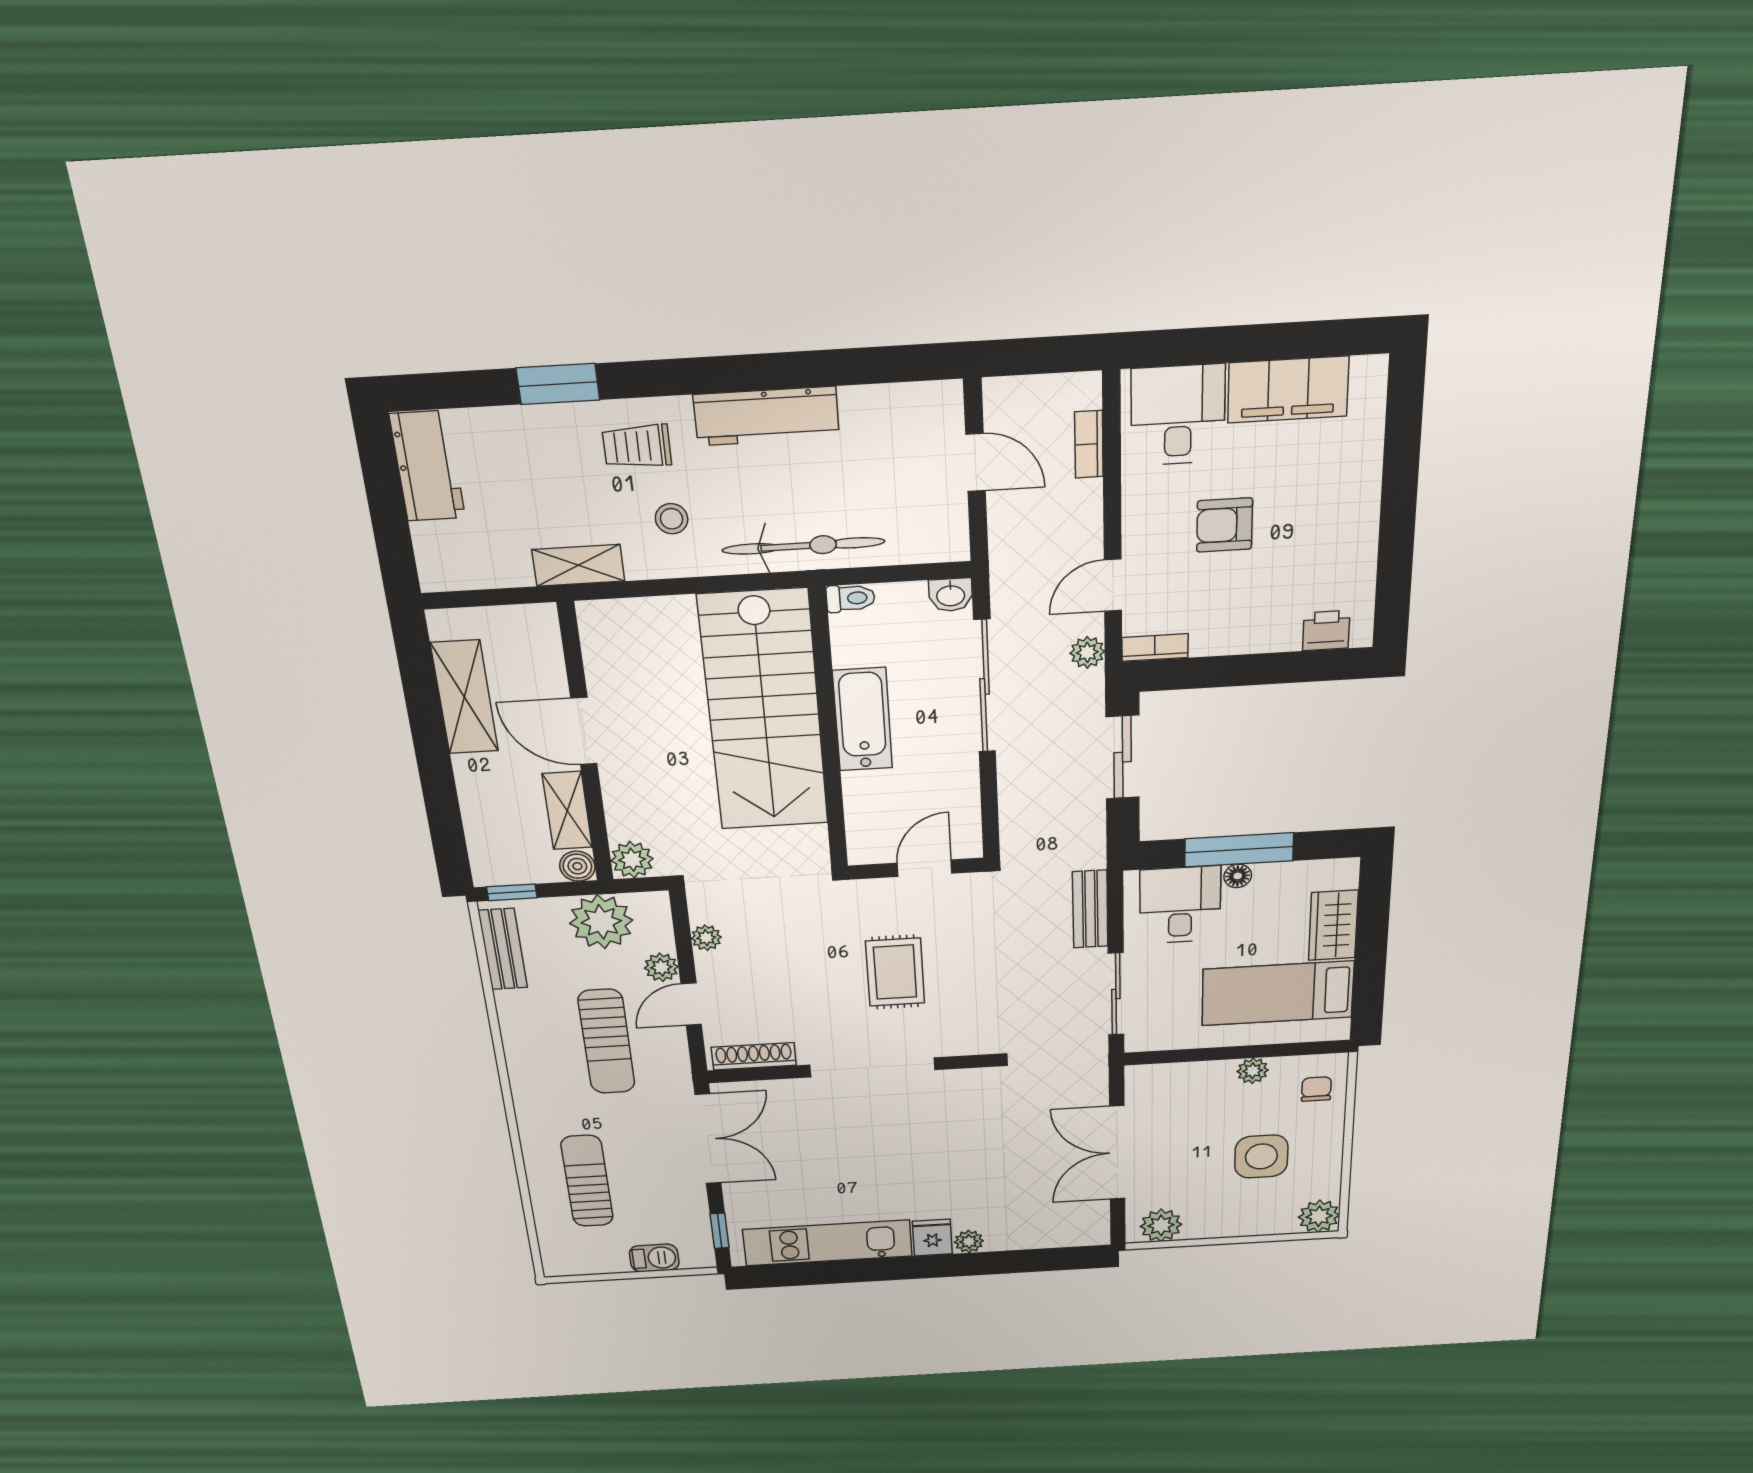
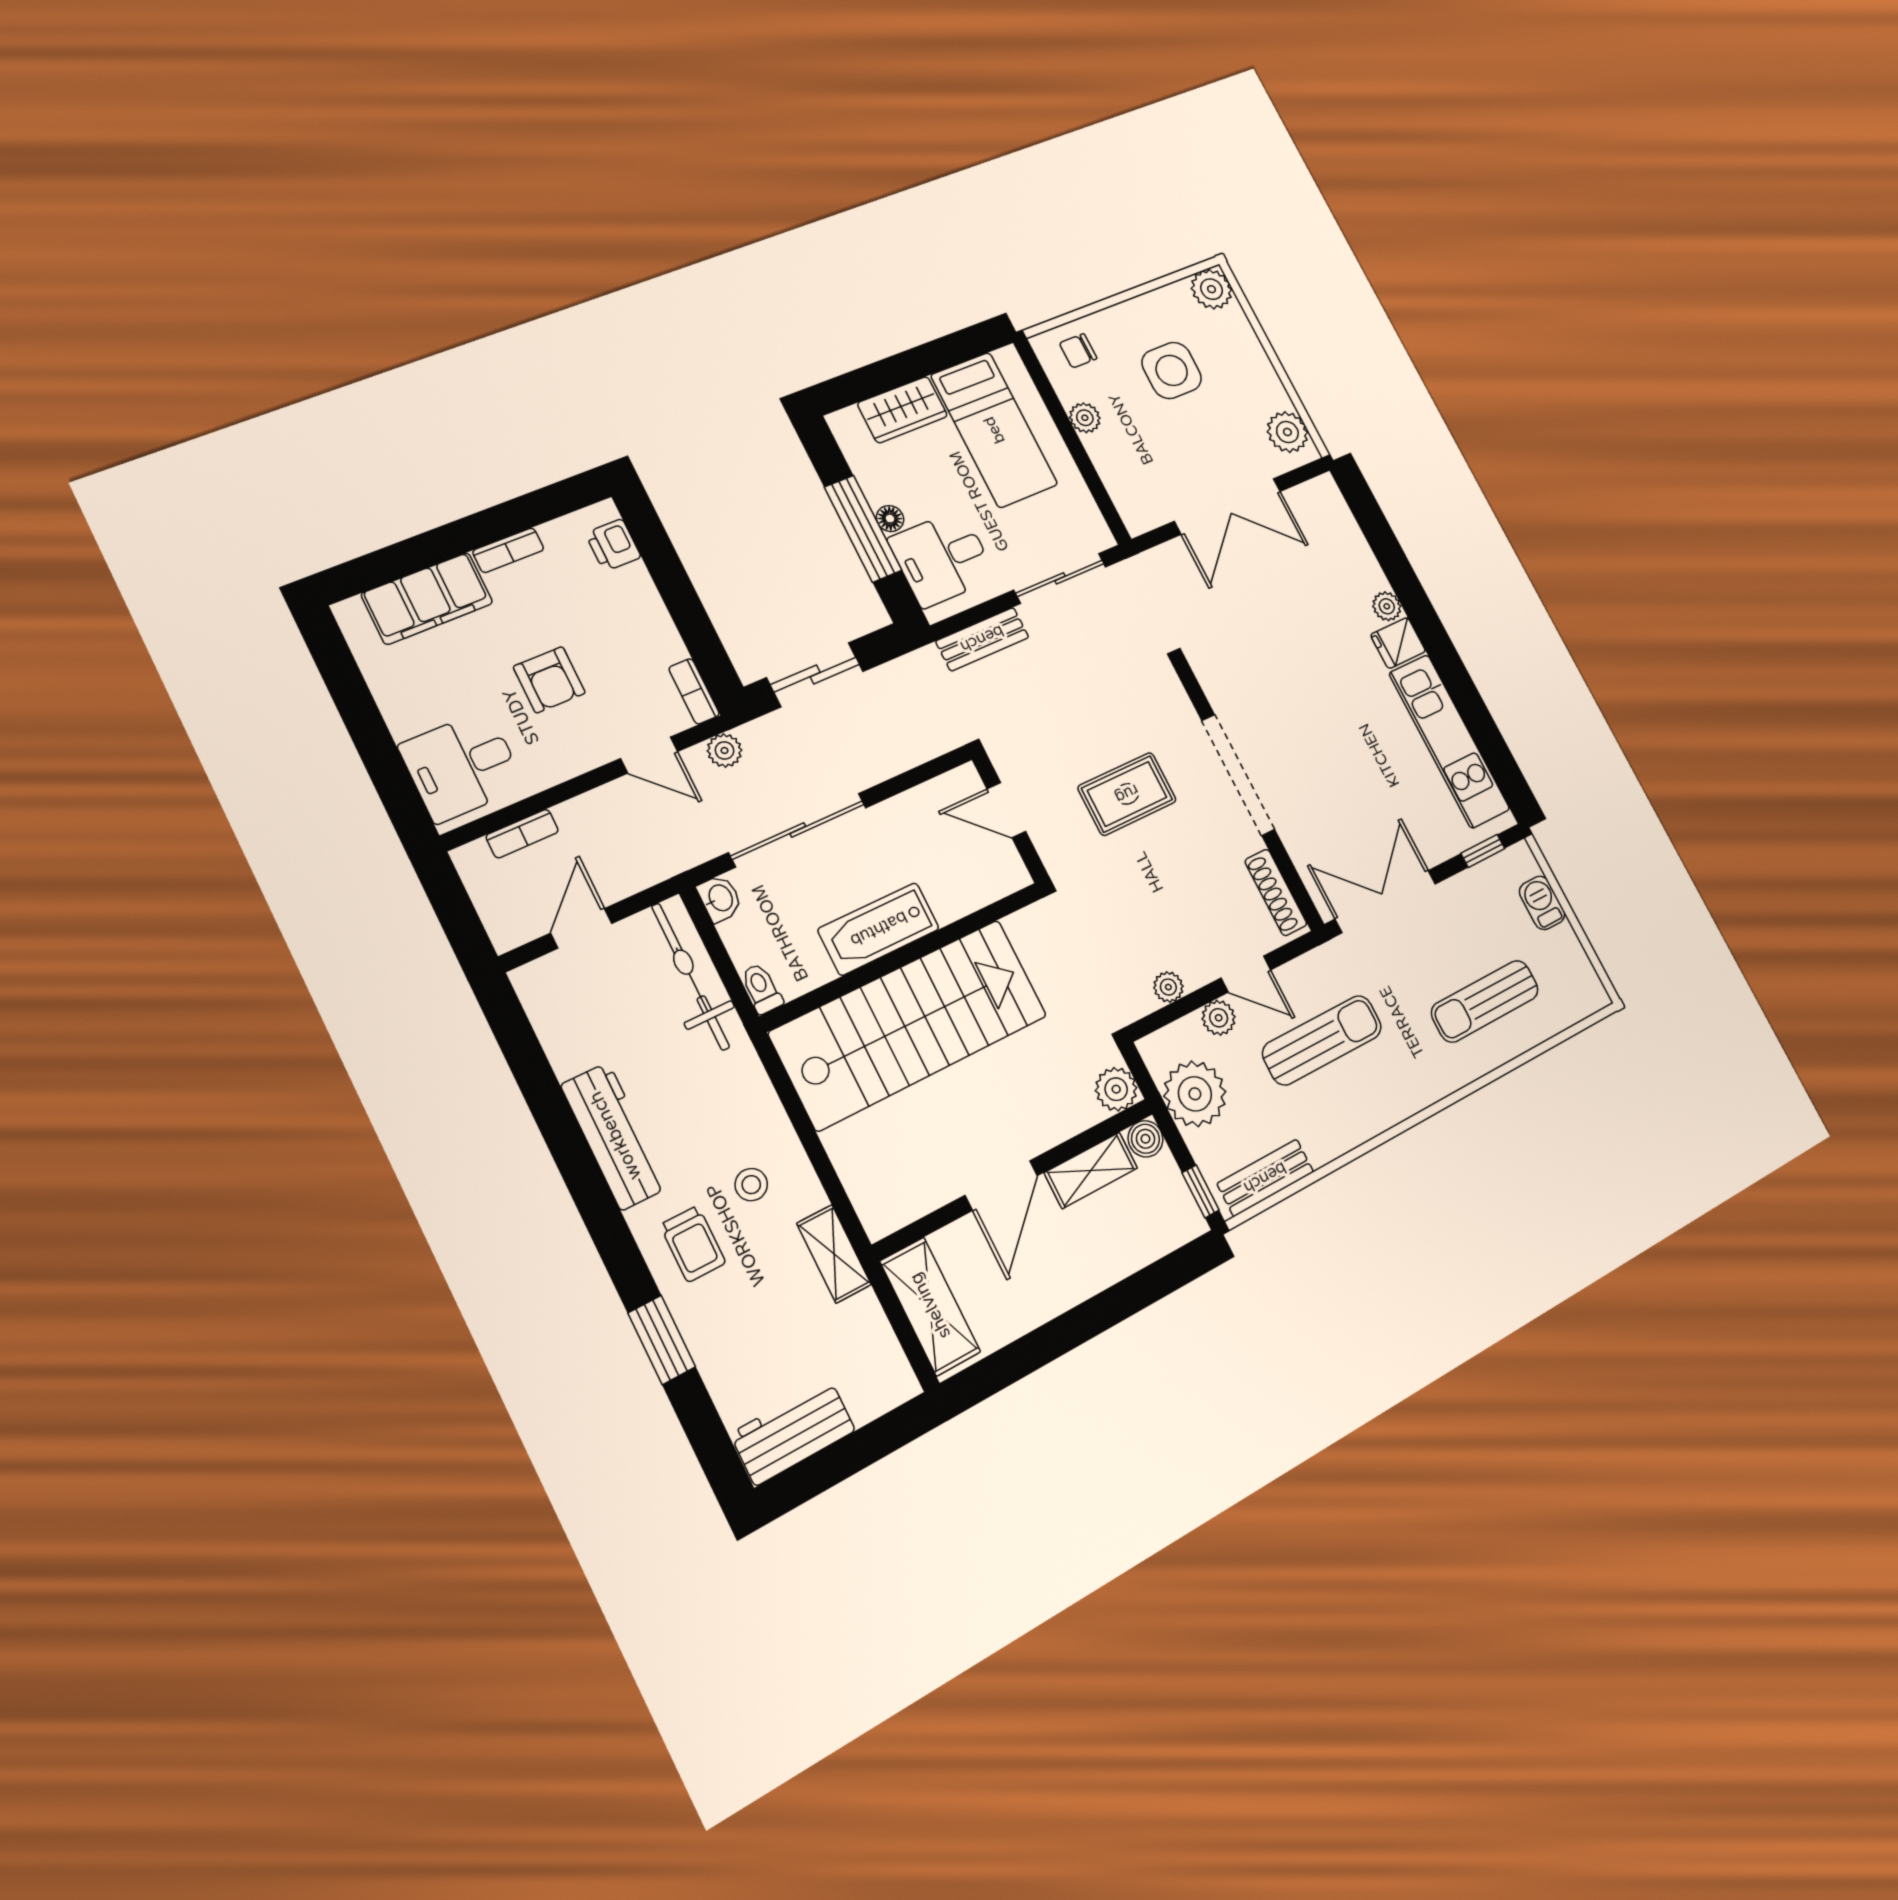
filing cabinet: (1288, 390) -> (427, 598), moved, turned 90
bookcase: (1365, 536) -> (508, 550), added
bicycle: (803, 546) -> (690, 977), moved
shelving: (464, 697) -> (930, 1306), moved, turned 90

